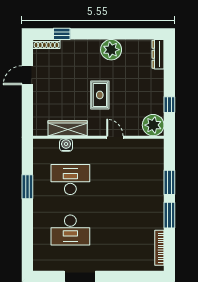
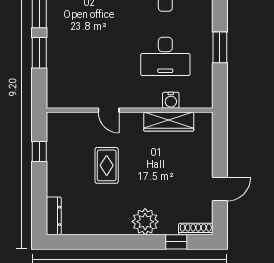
plant: (111, 50) -> (145, 222), moved
rug: (100, 95) -> (107, 165), moved
plant: (153, 125) -> (60, 126), removed

